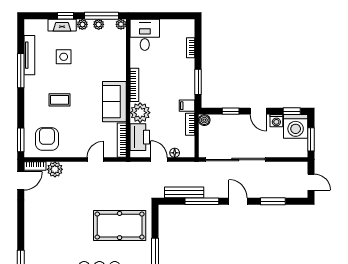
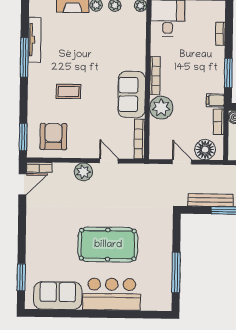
side table: (64, 57) -> (74, 42), removed
printer: (140, 137) -> (160, 136), removed
floor lamp: (175, 153) -> (205, 150), width x1.89, depth x1.89
door: (95, 160) -> (109, 161), hinge flipped
plant: (55, 169) -> (83, 172), moved
pool table: (120, 226) -> (108, 245), moved

